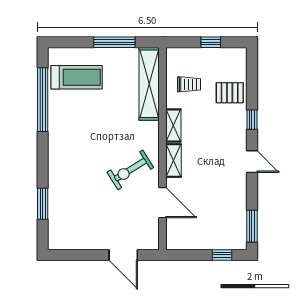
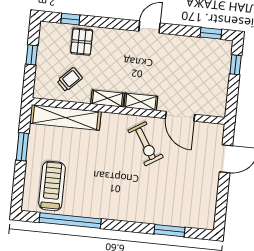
window: (114, 42) -> (22, 147), width x0.69
trolley: (189, 84) -> (70, 80), turned 45
window: (252, 120) -> (70, 19), moved
door: (163, 203) -> (180, 116), swing flipped
window: (252, 226) -> (211, 33), width x0.67

